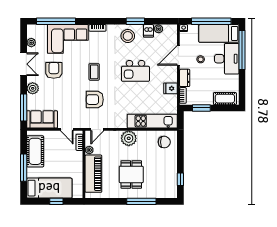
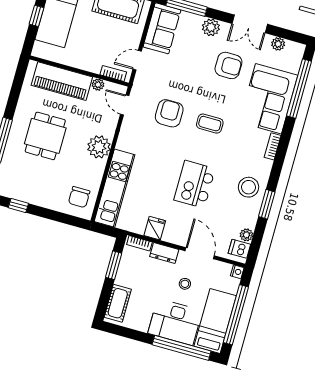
dishwasher: (148, 31) -> (239, 249), moved
dining table: (131, 174) -> (45, 136), turned 90

